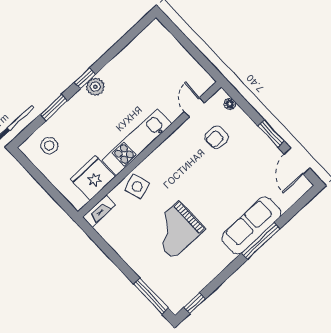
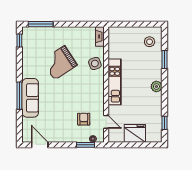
window: (85, 78) -> (165, 123), moved
window: (271, 133) -> (86, 145), moved
fridge: (93, 178) -> (135, 133), moved, turned -90
grand piano: (176, 230) -> (60, 63), turned -123

